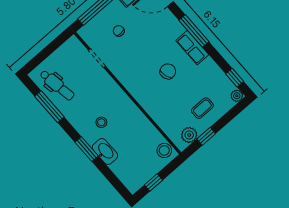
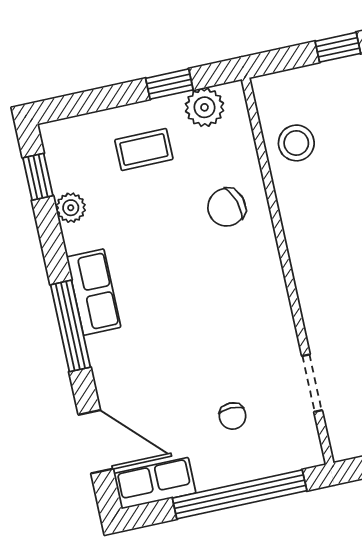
chair: (168, 71) -> (227, 207), moved
plant: (237, 96) -> (71, 208), moved
stool: (164, 150) -> (296, 143), moved

